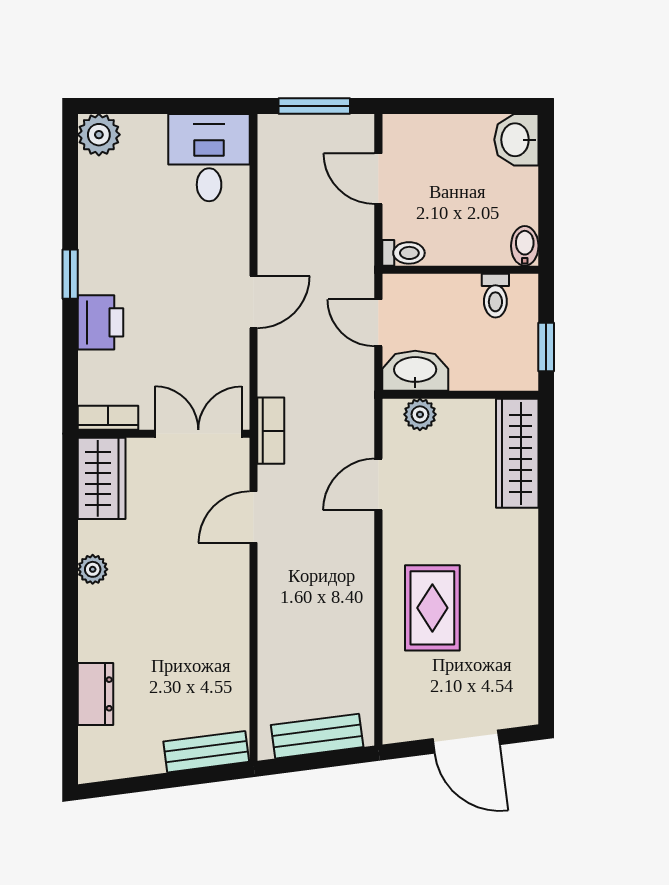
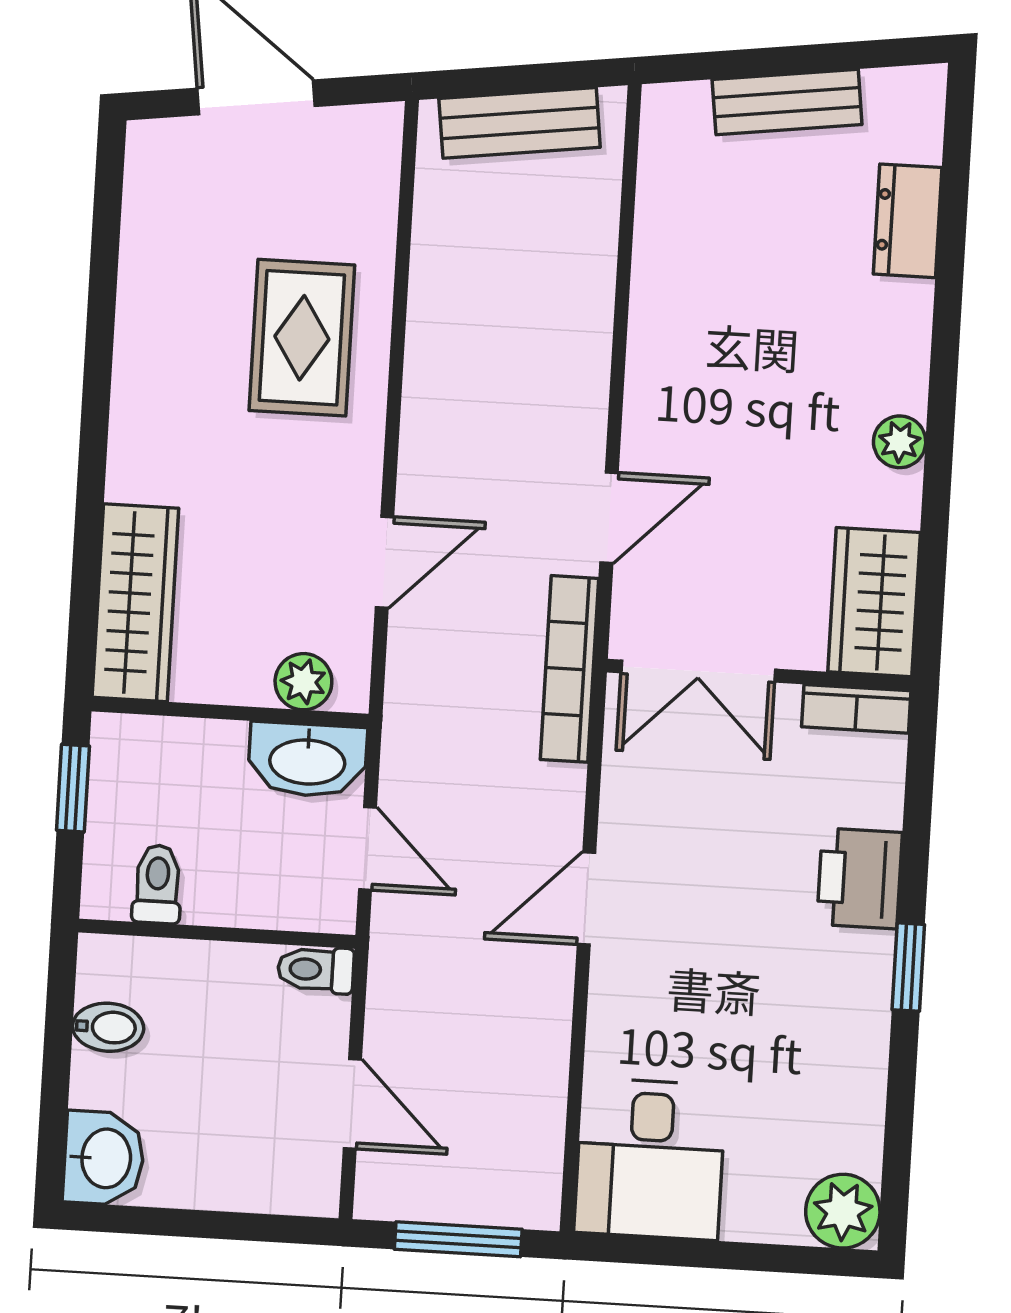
bidet: (525, 246) -> (108, 1027), moved, turned -90
bookcase: (271, 431) -> (570, 669), width x1.56
bench: (206, 752) -> (787, 102), moved

